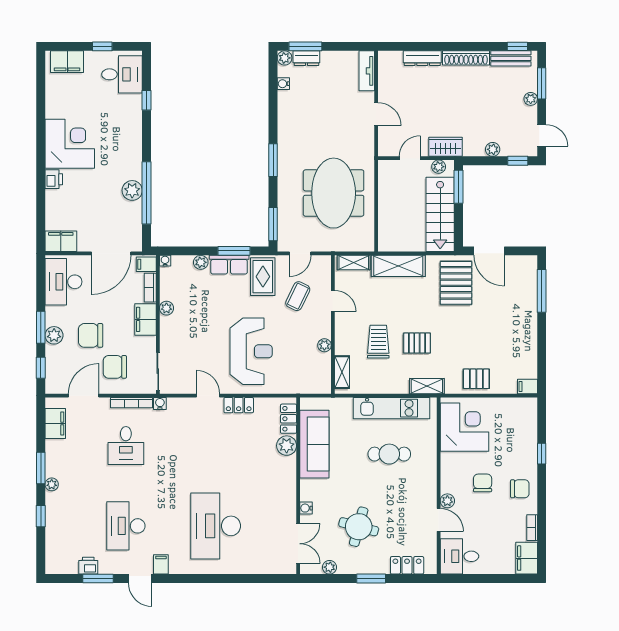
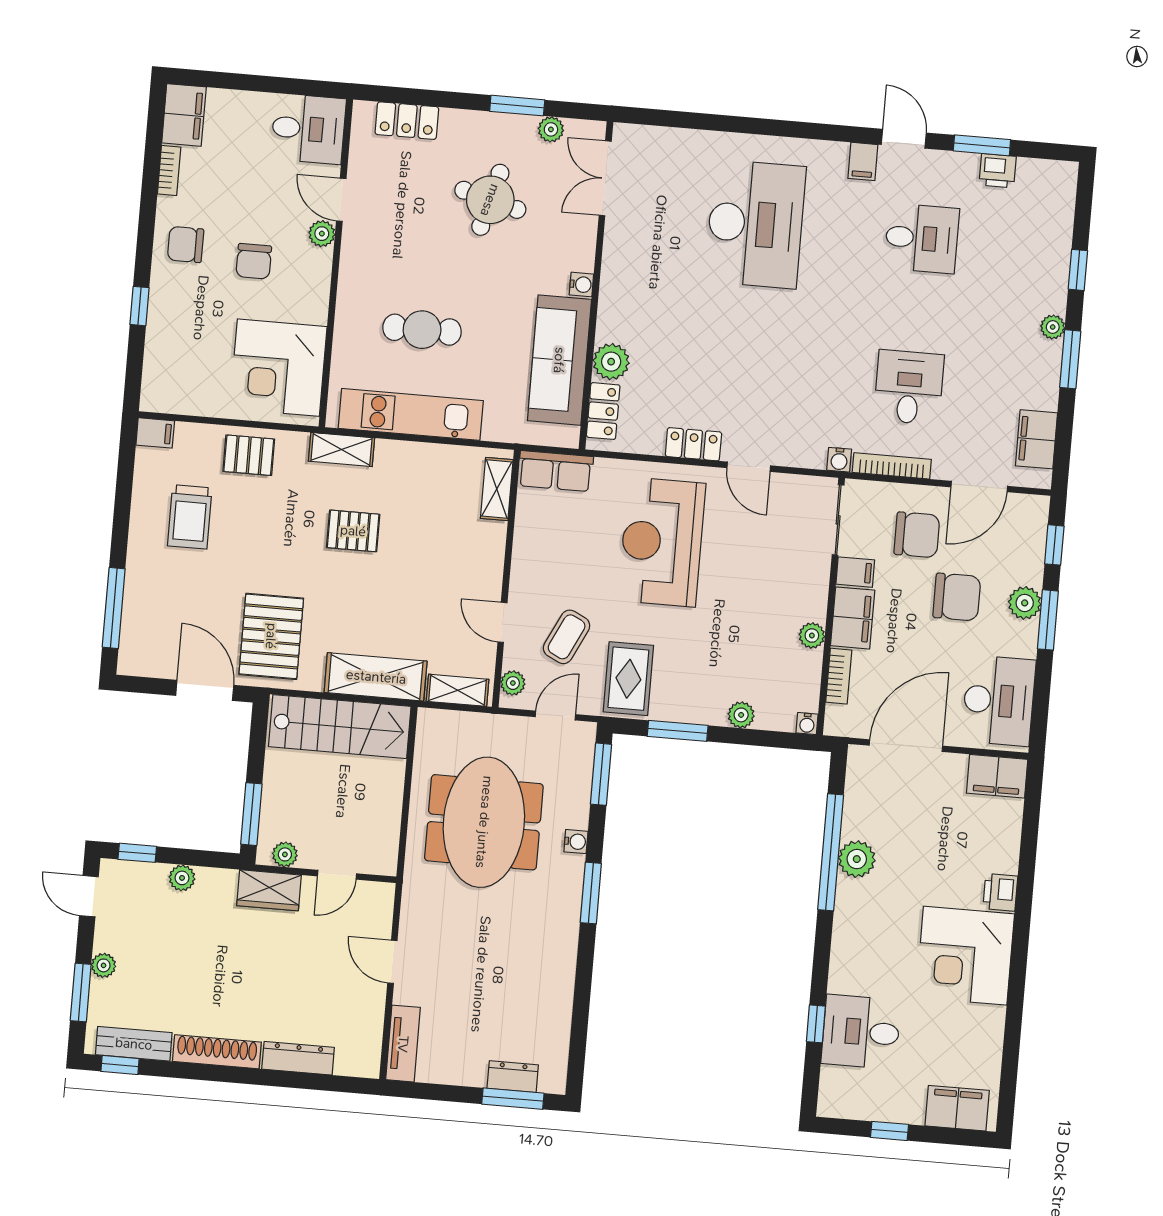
plant: (285, 58) -> (553, 1080), removed
desk: (122, 74) -> (861, 1032), moved
water cooler: (283, 84) -> (576, 842), moved
stairs: (440, 214) -> (340, 727), moved, turned 90
filing cabinet: (146, 264) -> (855, 572), moved
row of seats: (229, 265) -> (556, 471), moved, turned 180
trolley: (378, 342) -> (190, 517), moved
plant: (324, 345) -> (513, 683), moved
water cooler: (306, 508) -> (581, 285), moved
desk: (126, 526) -> (922, 238), width x0.73
window: (371, 578) -> (517, 106), moved

